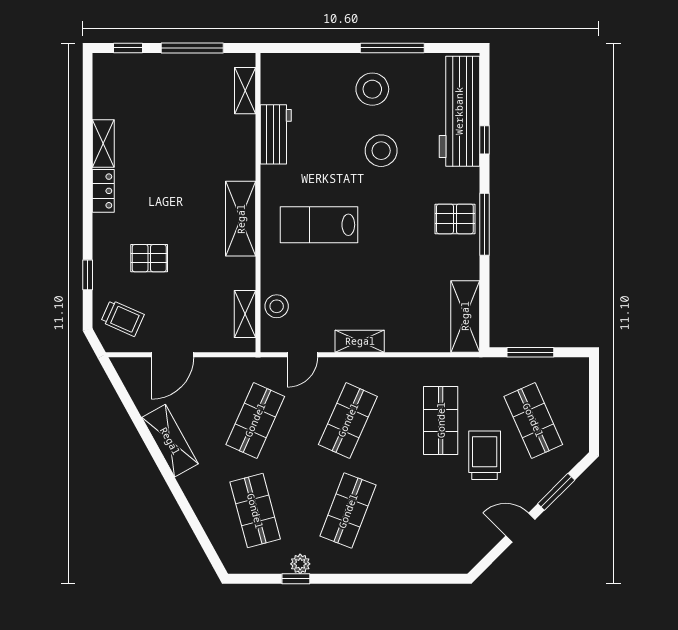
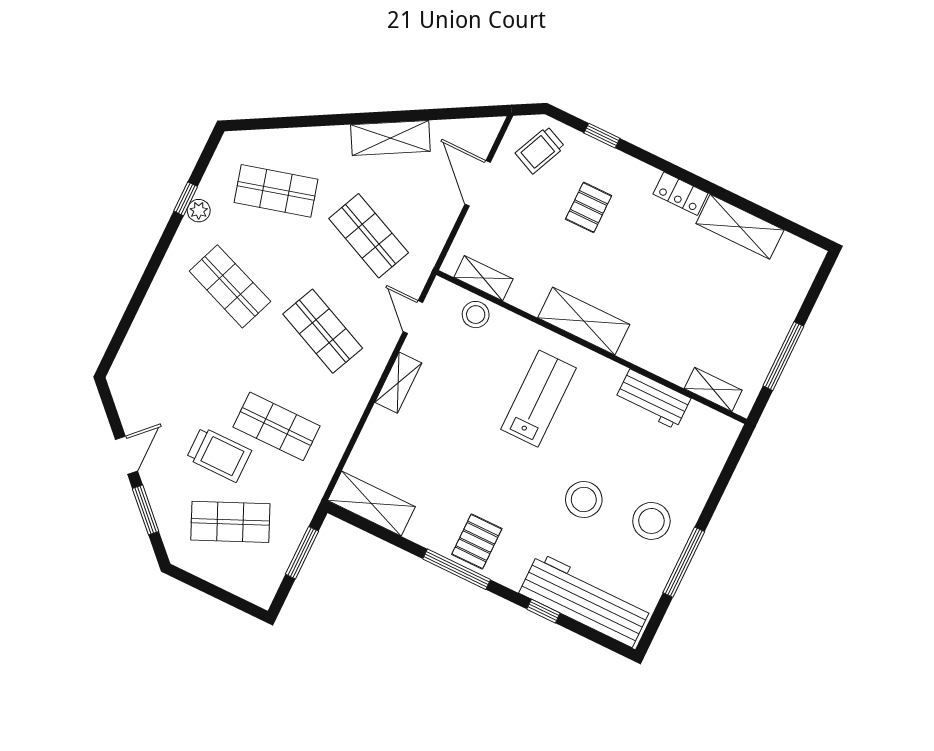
window: (128, 48) -> (815, 290), removed
shelving: (103, 144) -> (740, 227), width x1.50, depth x1.33

